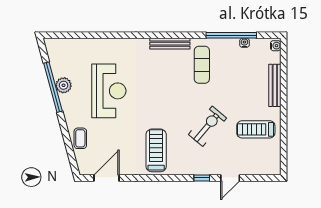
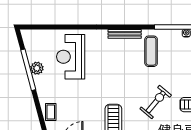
reception desk: (109, 91) -> (71, 57), moved, turned 180

